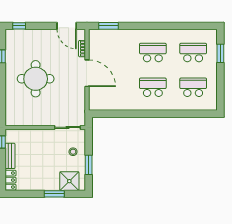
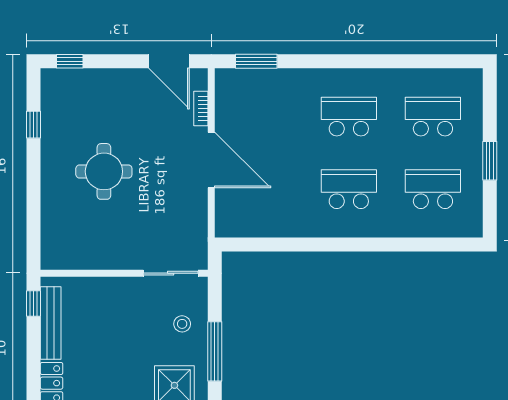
window: (220, 53) -> (490, 161), moved
round table: (36, 79) -> (104, 171), width x0.73, depth x0.73
bench: (10, 156) -> (51, 323), width x1.36
window: (89, 165) -> (215, 351), width x1.44

